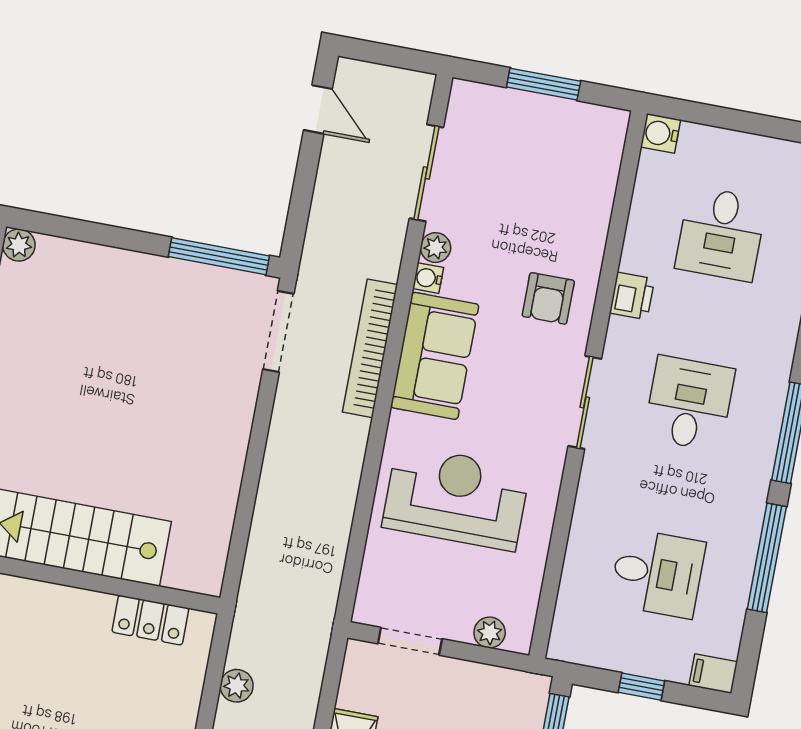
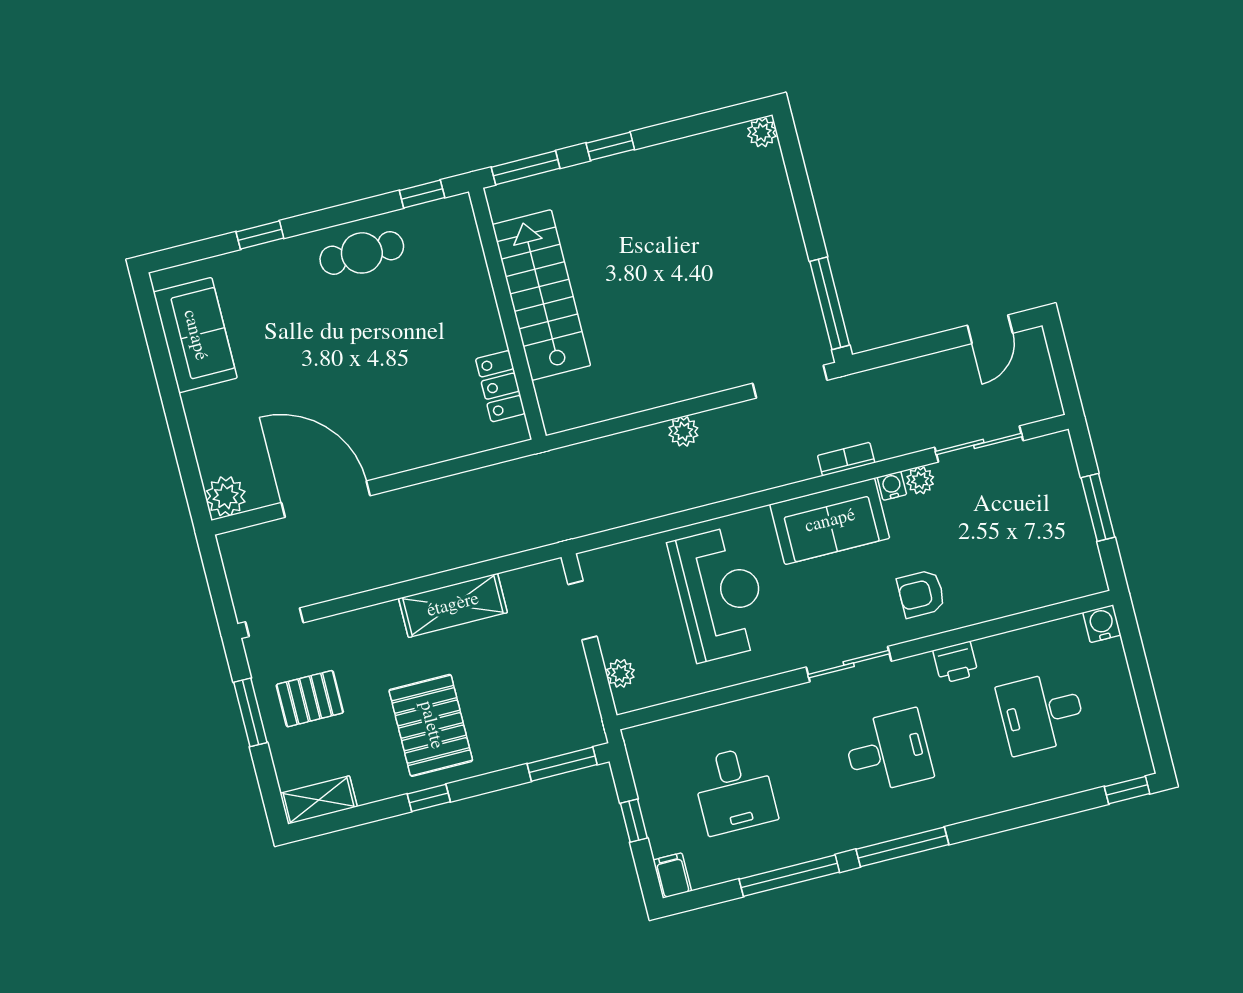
bookcase: (370, 348) -> (846, 459), width x0.43, depth x0.76
plant: (237, 686) -> (683, 431), moved

